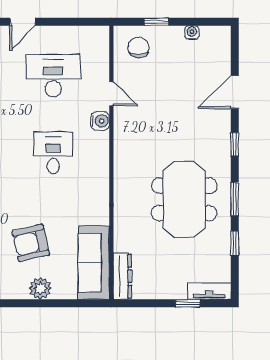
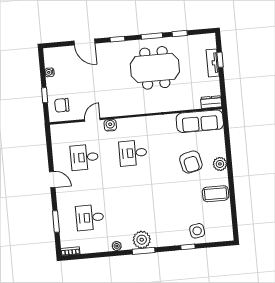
desk: (53, 76) -> (84, 157), width x0.73
dresser: (122, 276) -> (211, 102), width x0.70
plant: (40, 288) -> (220, 164), moved
tv unit: (209, 291) -> (213, 63), moved

